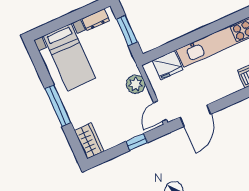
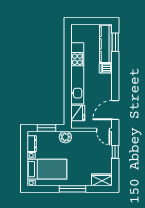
plant: (136, 84) -> (65, 137), moved
door: (195, 116) -> (115, 110), swing flipped

